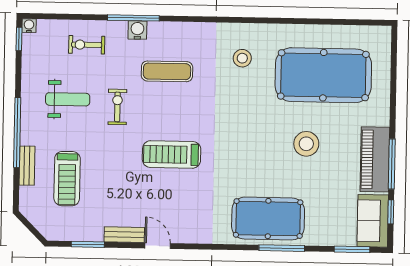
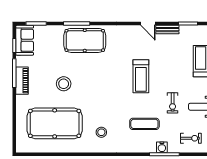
treadmill: (172, 154) -> (141, 76), turned 90
piano: (375, 159) -> (22, 81), width x0.73, depth x0.75

